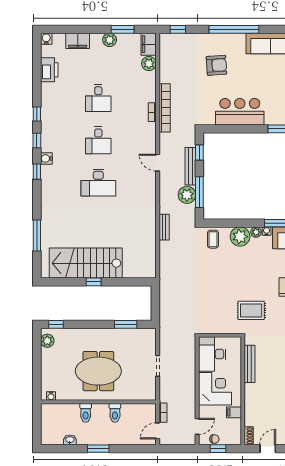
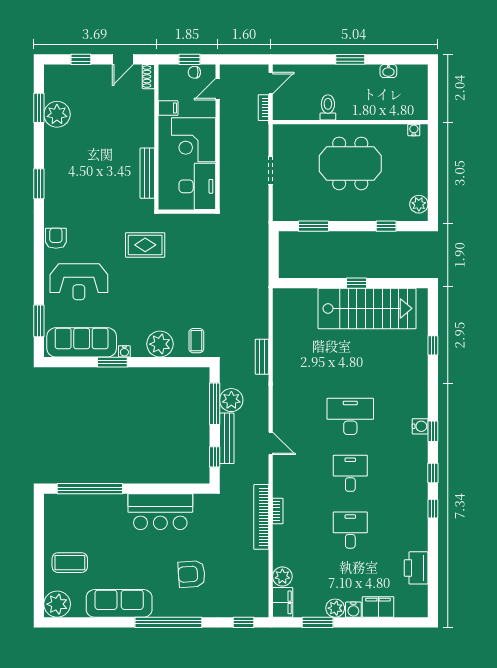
water cooler: (46, 39) -> (353, 610), moved
water cooler: (46, 158) -> (420, 426), moved
plant: (256, 232) -> (139, 350), removed
window: (37, 236) -> (433, 345), width x0.46
window: (56, 324) -> (386, 226), moved
toilet: (86, 413) -> (367, 107), removed

